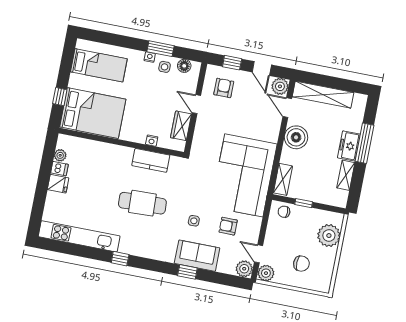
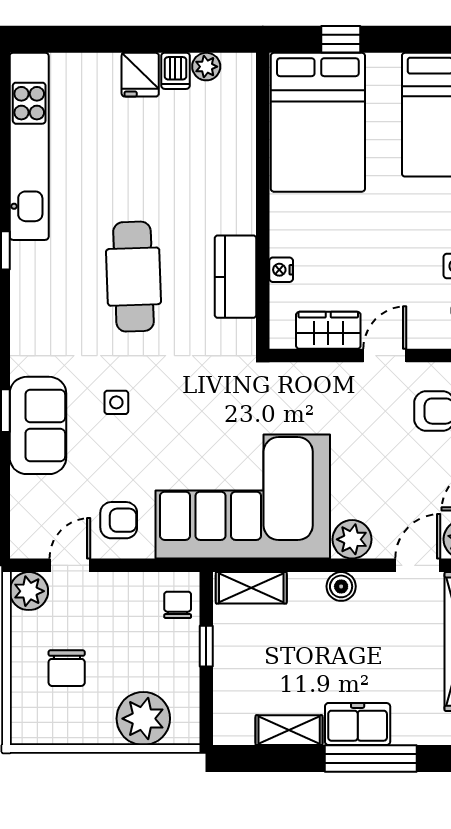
boiler: (296, 137) -> (341, 586), width x0.54, depth x0.54
armchair: (228, 226) -> (119, 520), moved, turned 90
plant: (244, 269) -> (352, 539), moved

